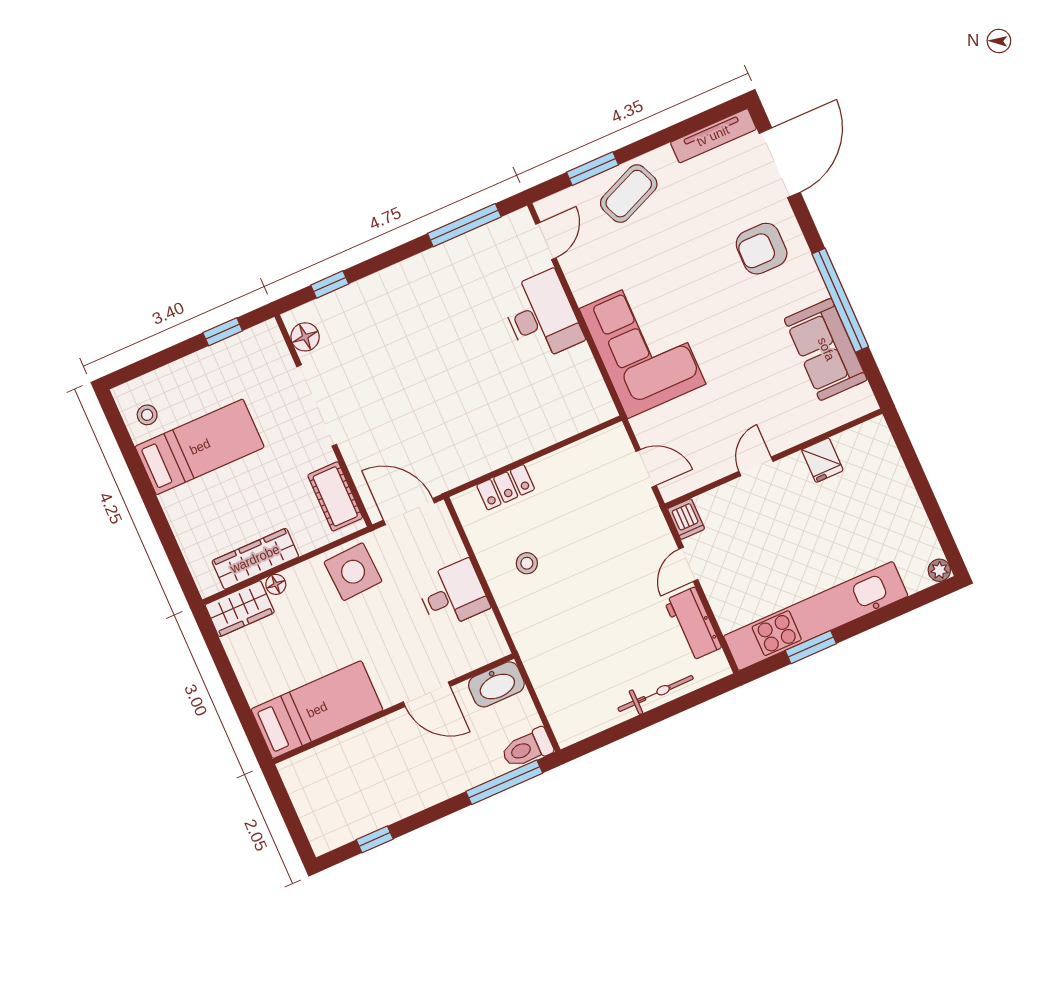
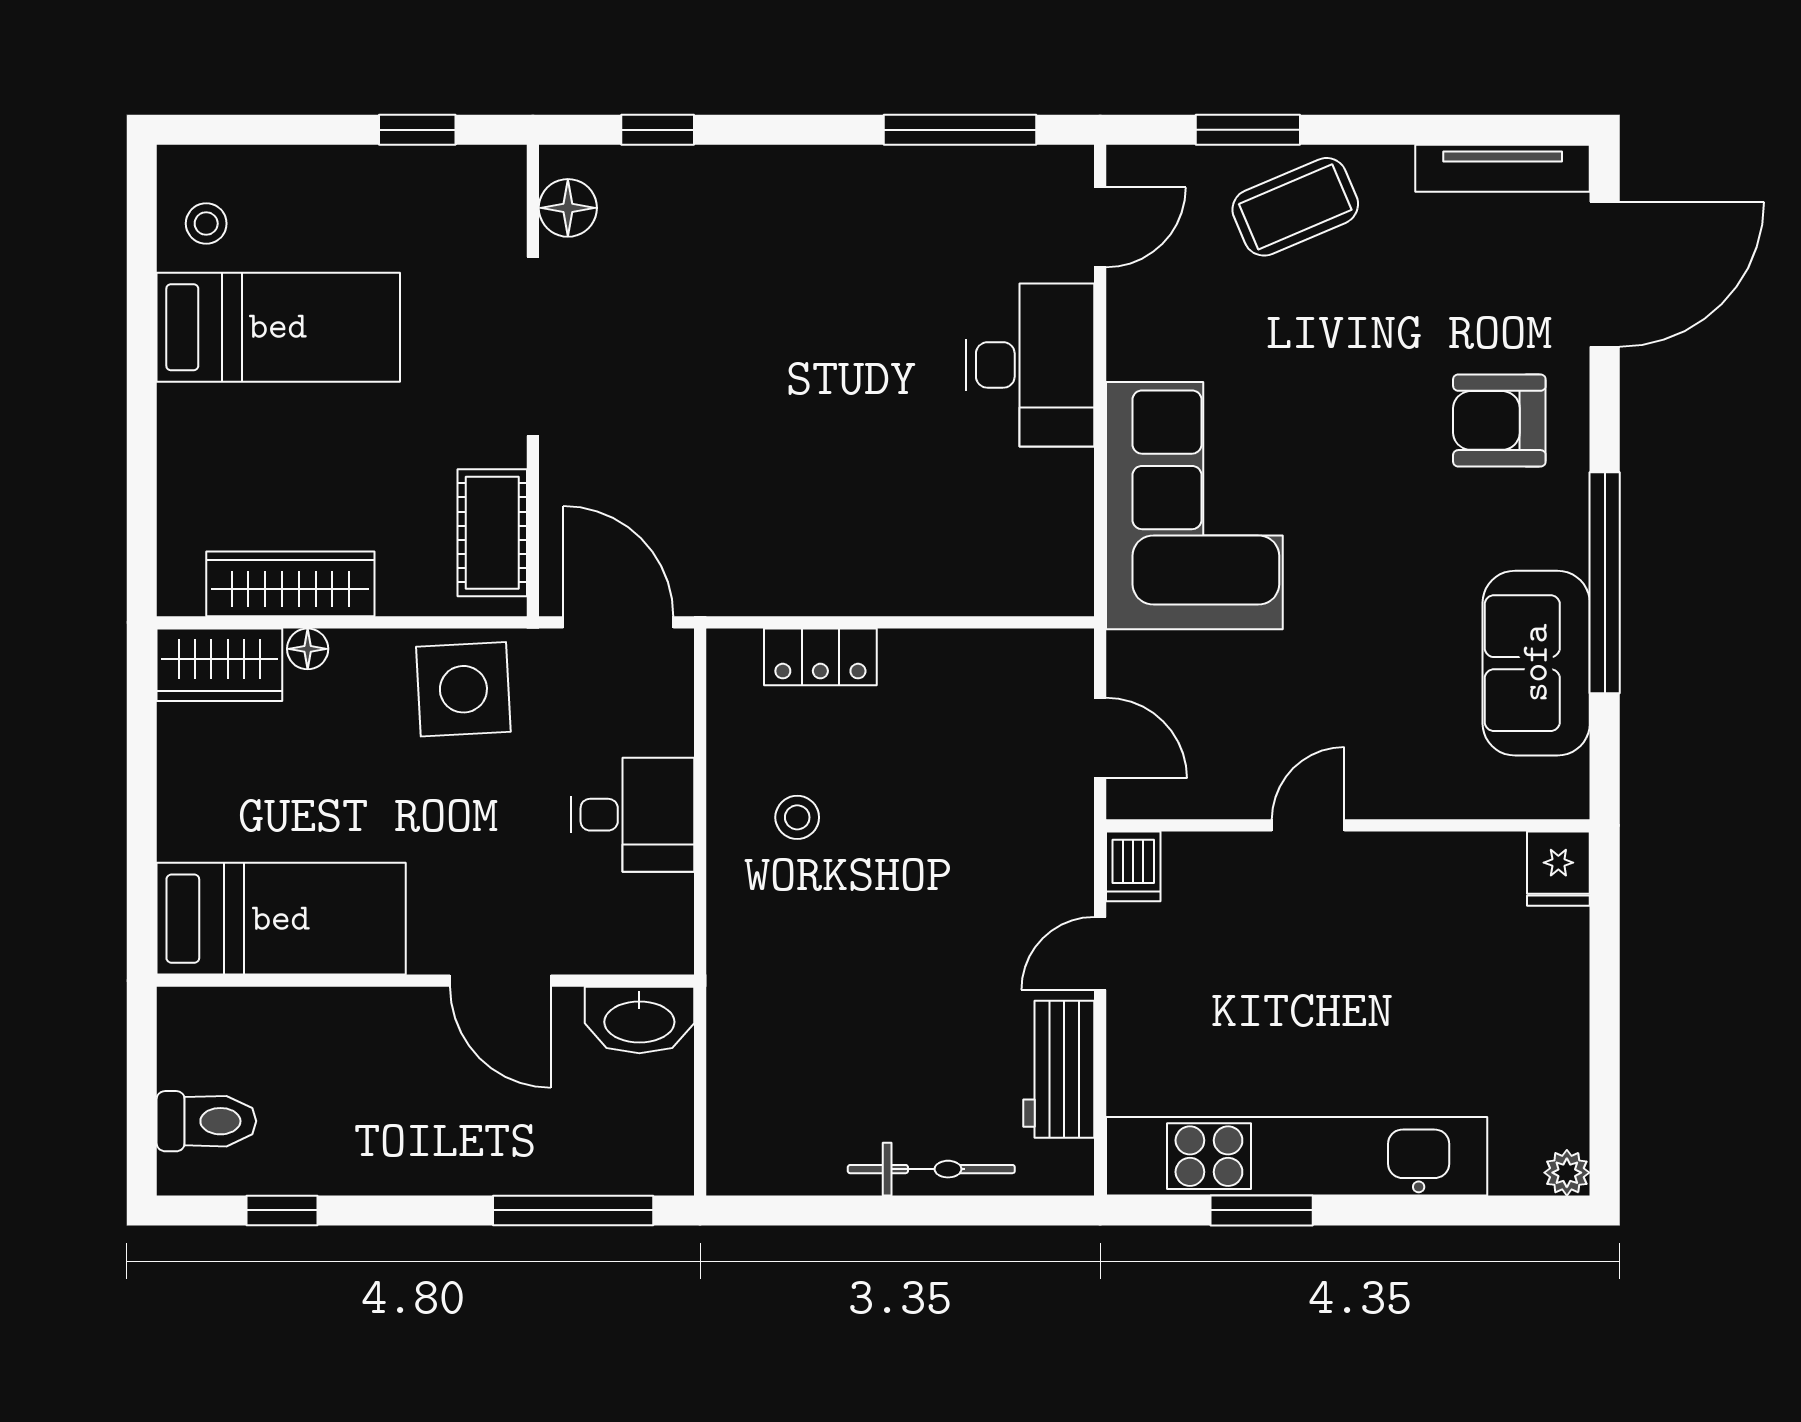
fridge: (822, 460) -> (1558, 869), moved
toilet: (527, 748) -> (206, 1121), moved, turned 180

